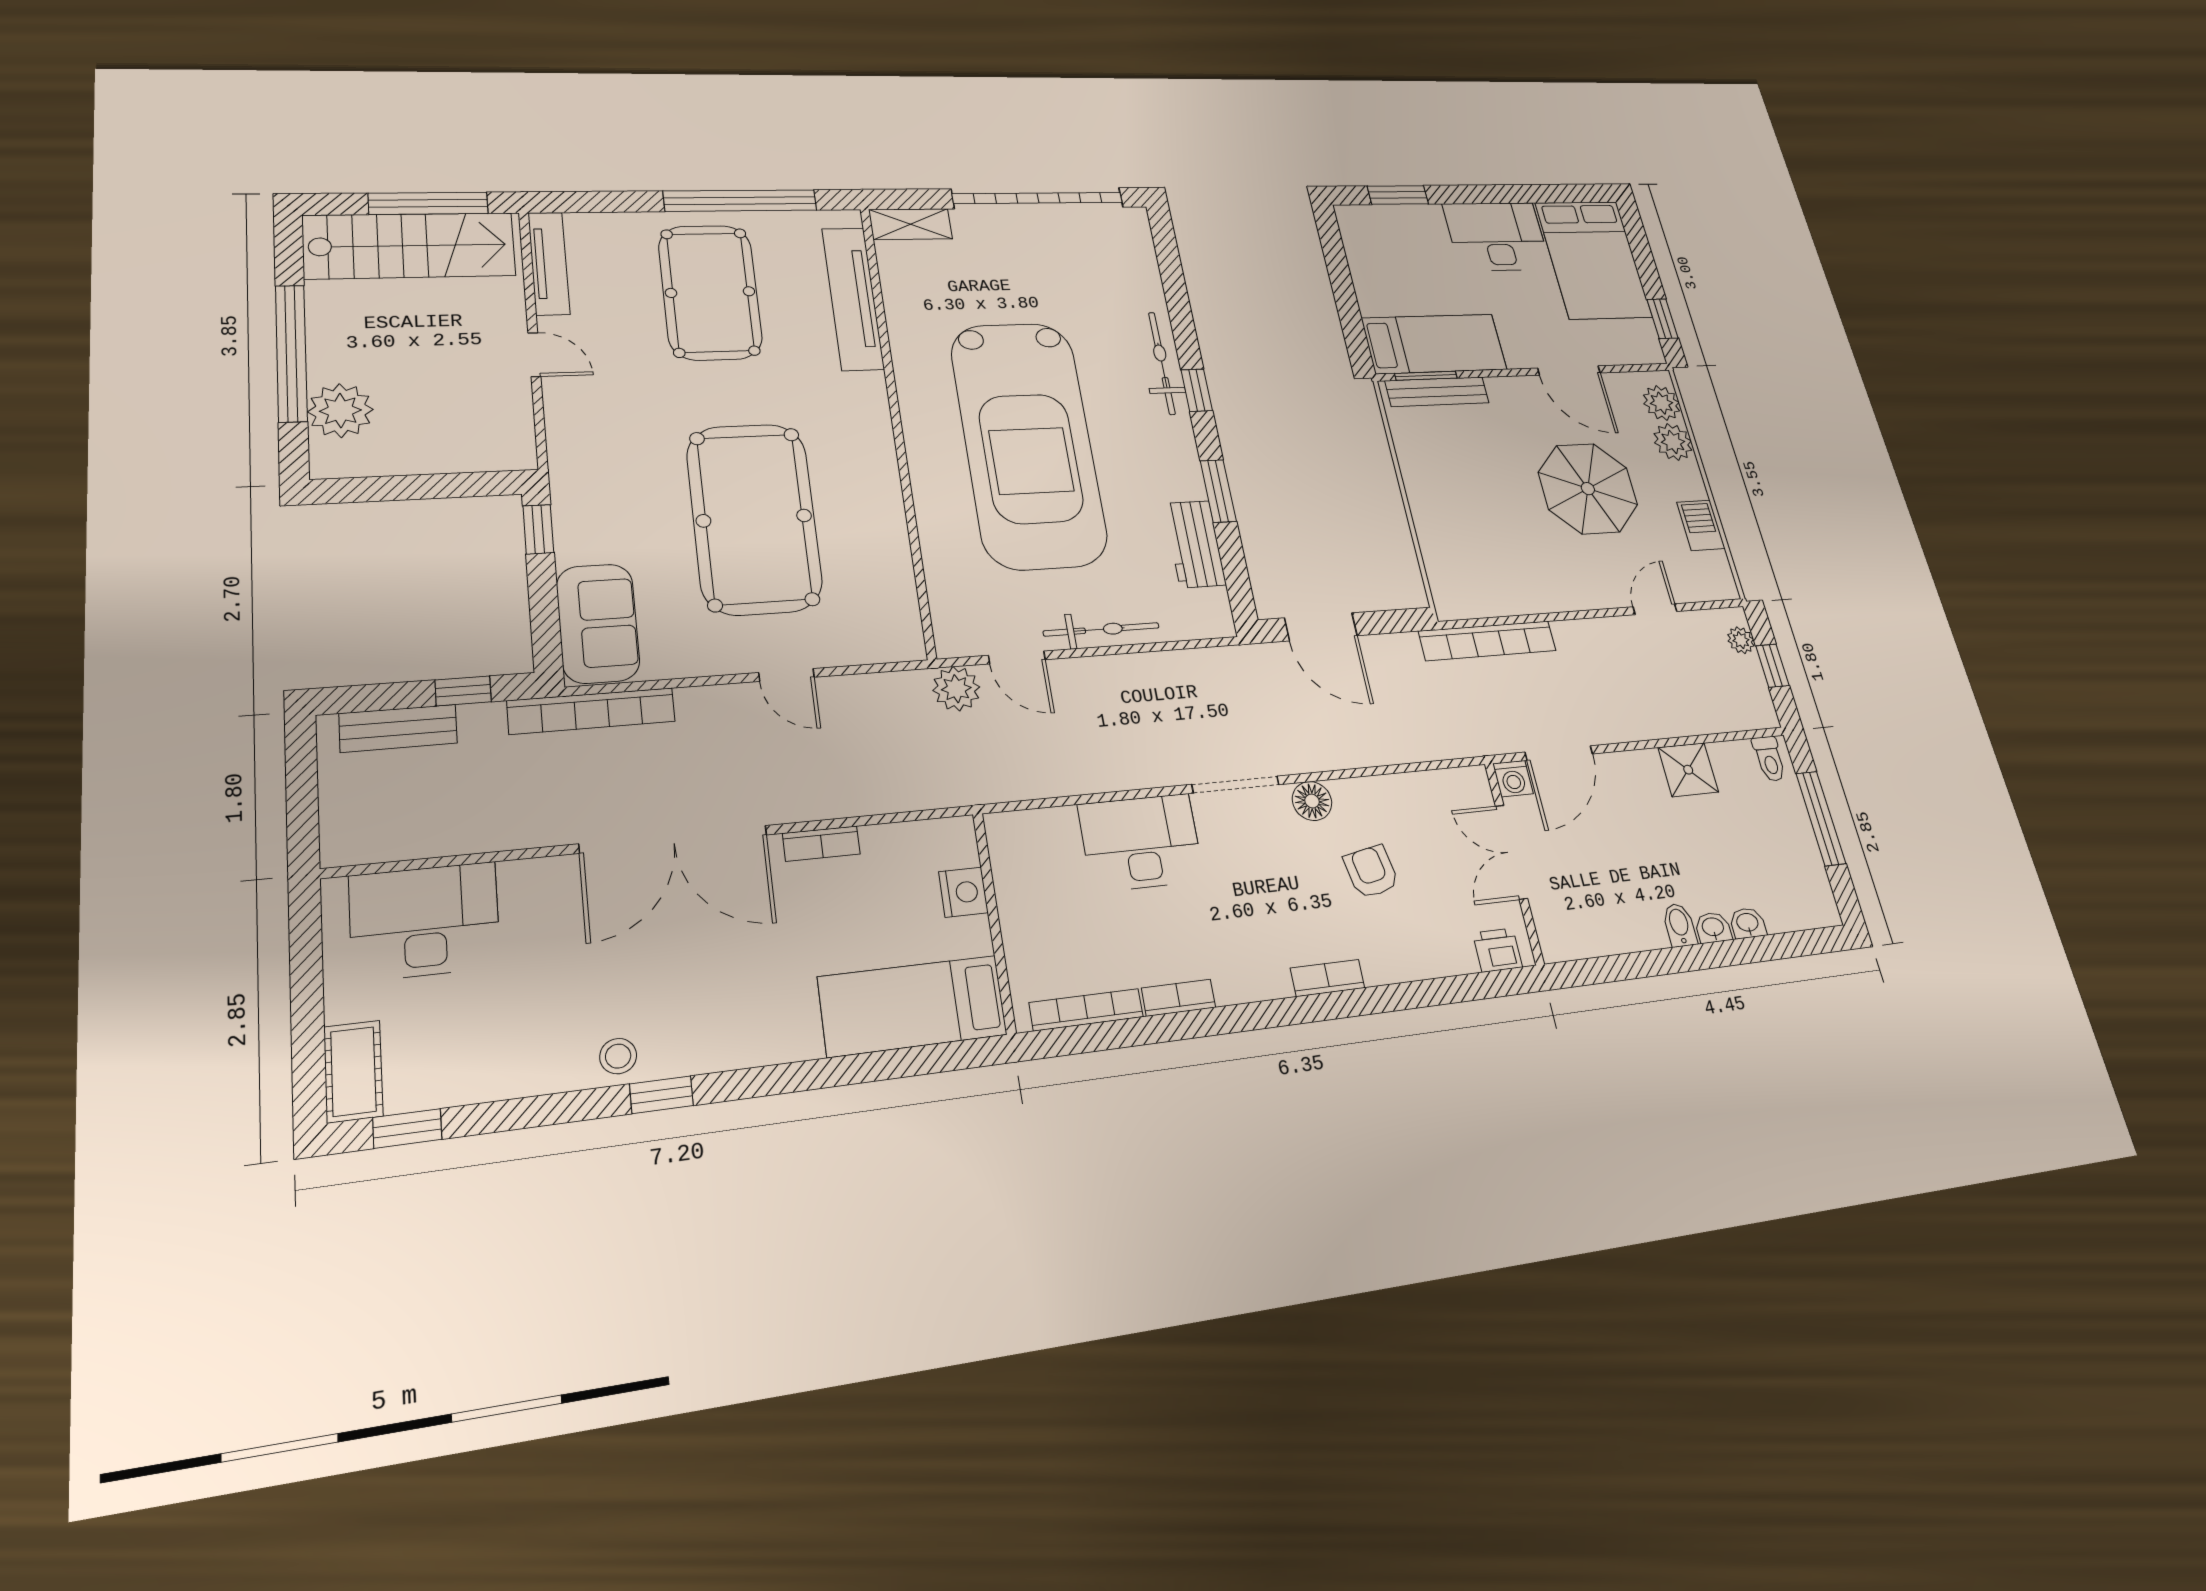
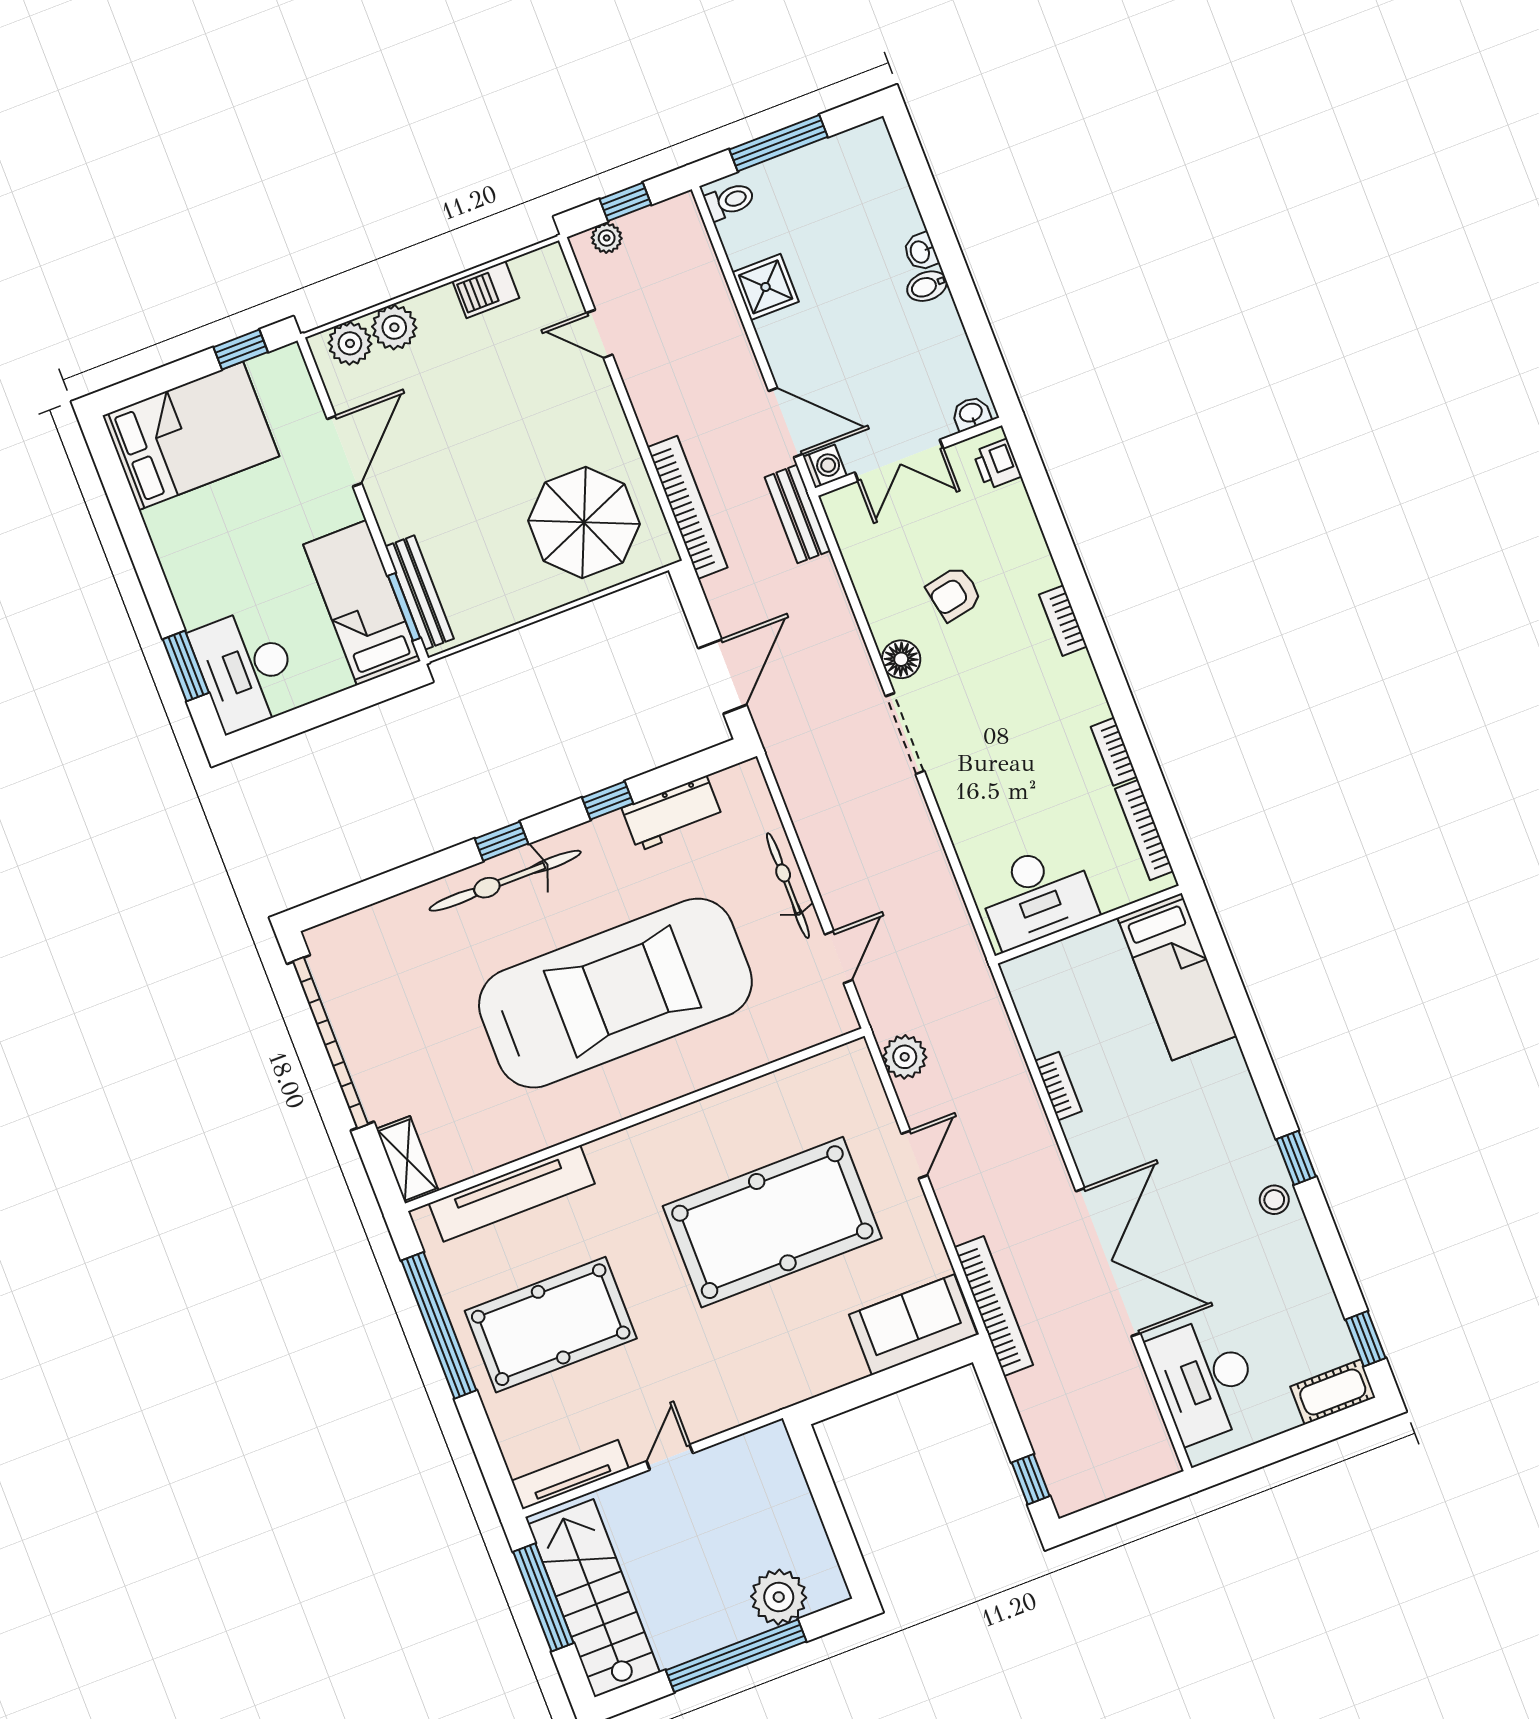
desk: (1497, 236) -> (246, 669), moved
bicycle: (1162, 363) -> (505, 881), width x1.37, depth x1.40
parasol: (1588, 489) -> (584, 522), moved
window: (1218, 491) -> (608, 800), width x0.67
window: (538, 529) -> (840, 1400), removed
plant: (956, 689) -> (905, 1057), moved
window: (463, 691) -> (1031, 1479), moved
bench: (398, 728) -> (798, 514), moved
double door: (674, 839) -> (1108, 1262), moved
desk: (1141, 842) -> (1037, 896), moved, turned -90
nightstand: (963, 892) -> (1069, 957), removed
washbasin: (1748, 923) -> (971, 413), moved, turned 90

